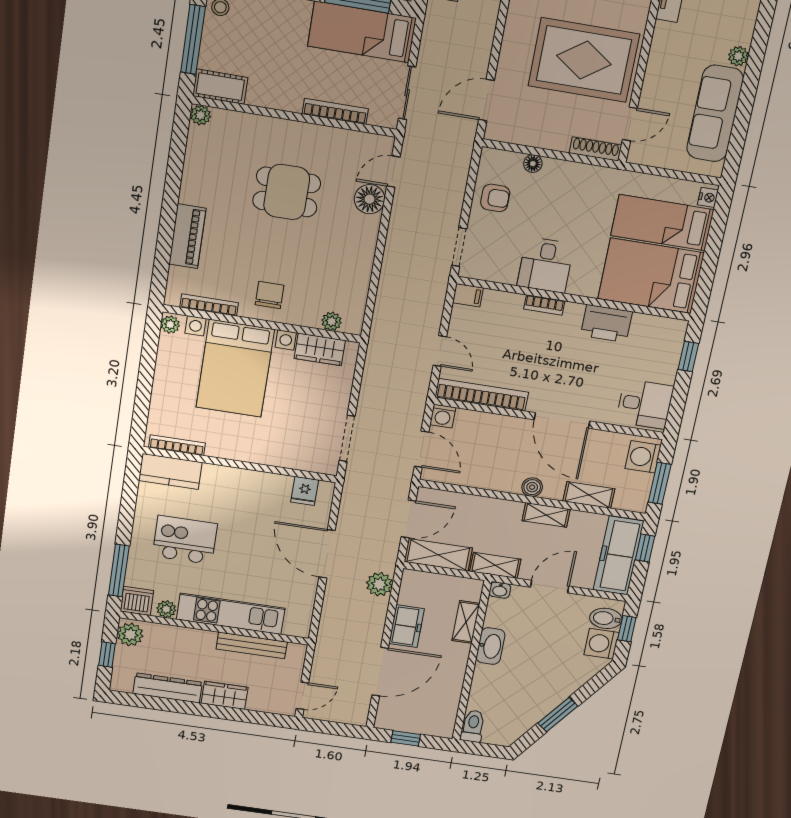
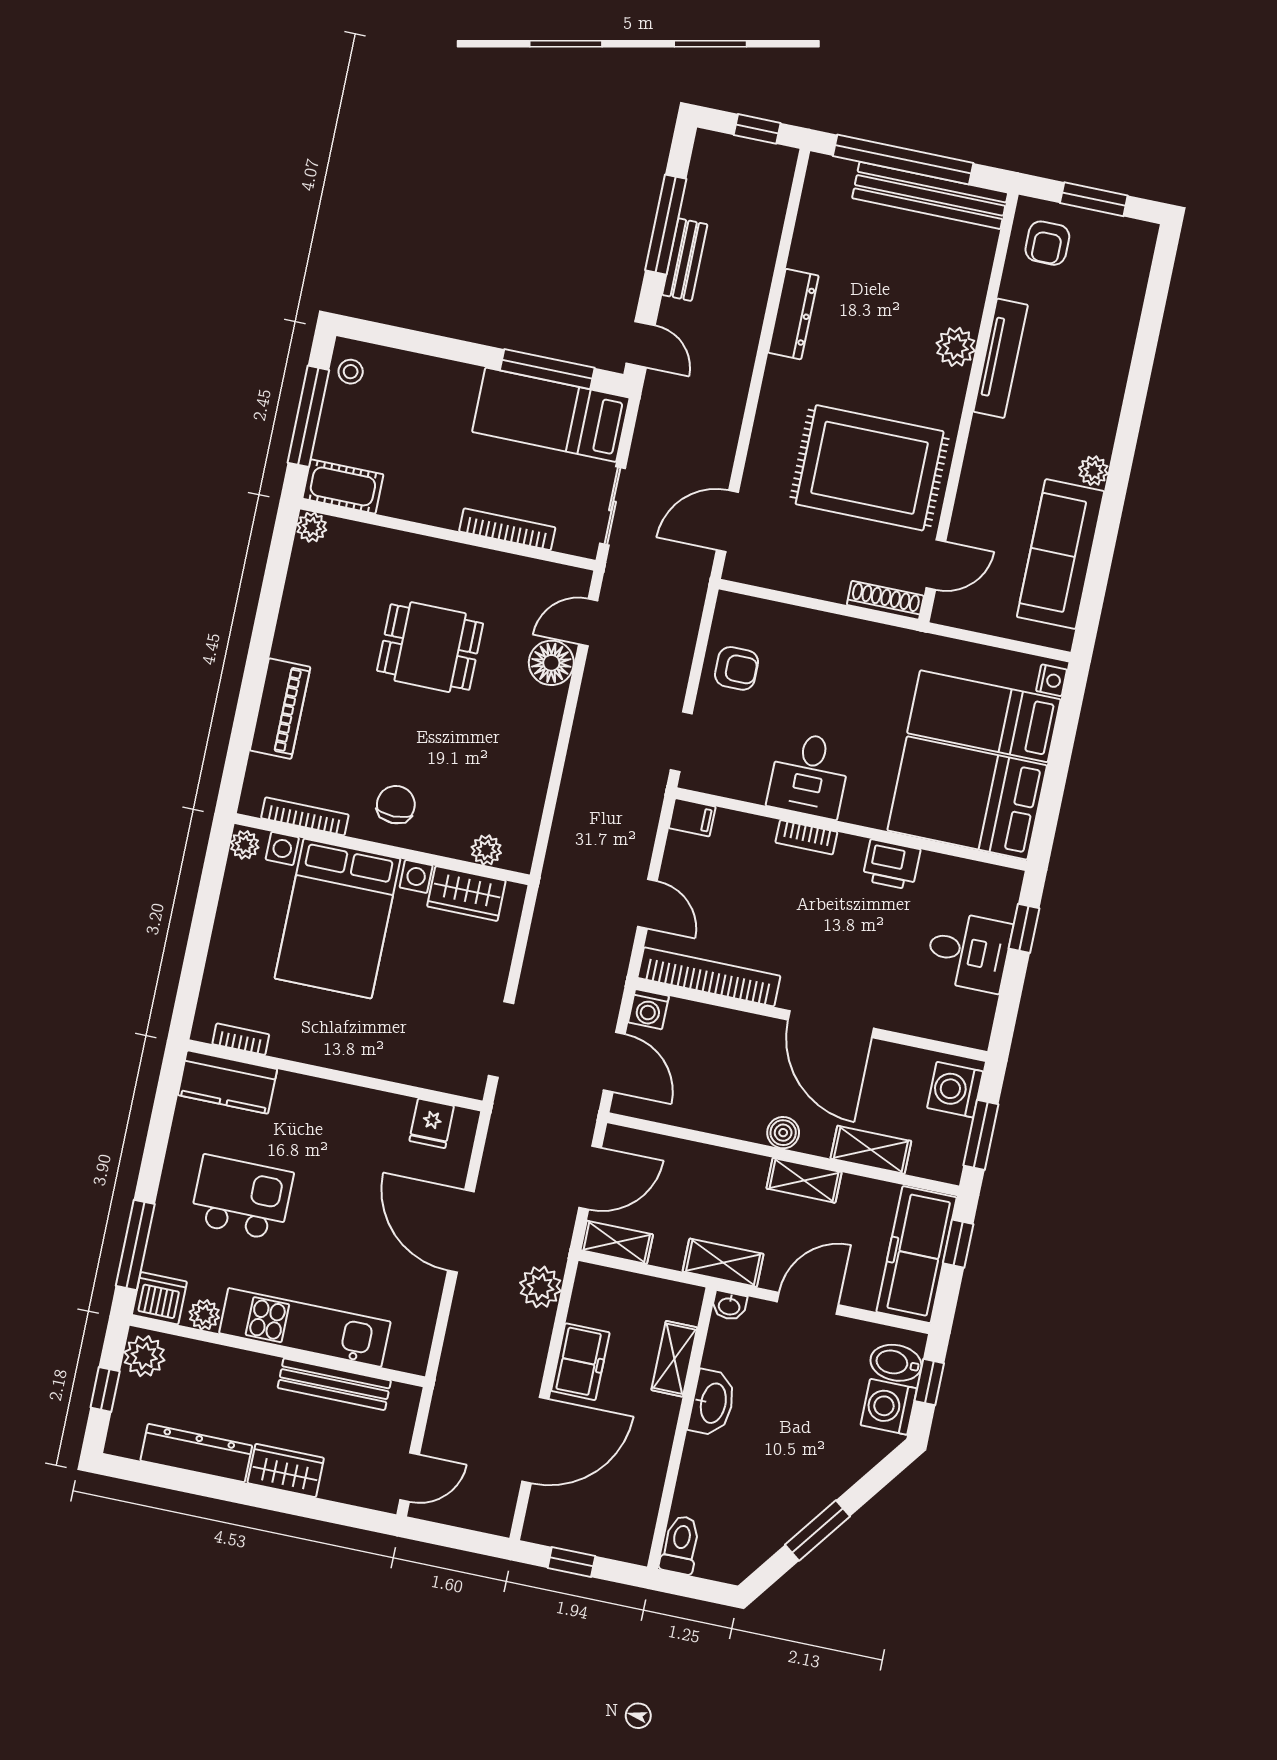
floor lamp: (533, 164) -> (793, 619), removed
printer: (607, 324) -> (891, 865), width x0.73, depth x0.84
desk: (645, 404) -> (969, 952), moved
bookcase: (177, 445) -> (241, 1039), width x0.64
shelving: (438, 555) -> (617, 1242), width x0.67, depth x0.75

